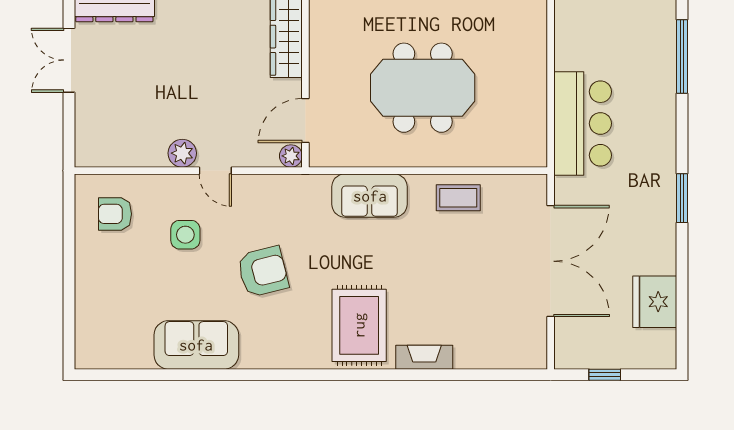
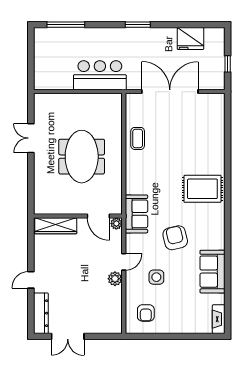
sofa: (370, 196) -> (136, 214), moved
fireplace: (424, 357) -> (219, 319), moved

